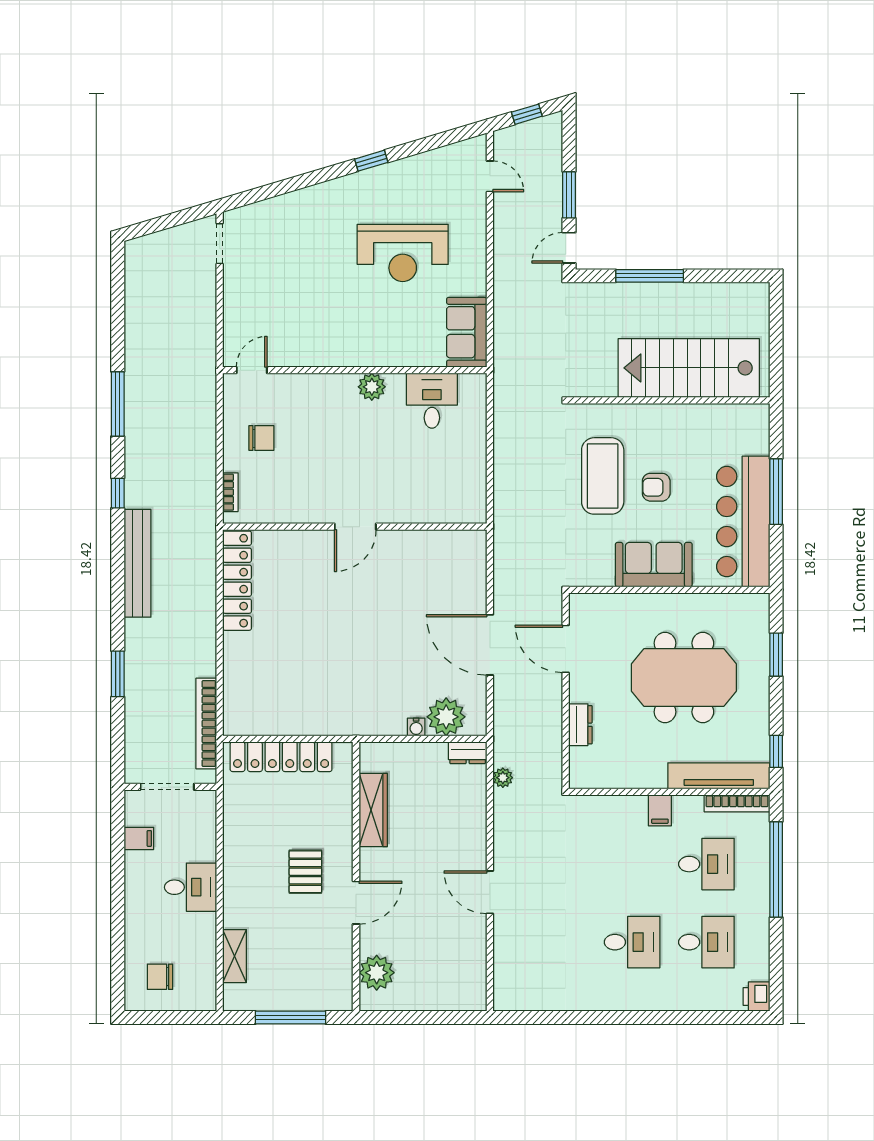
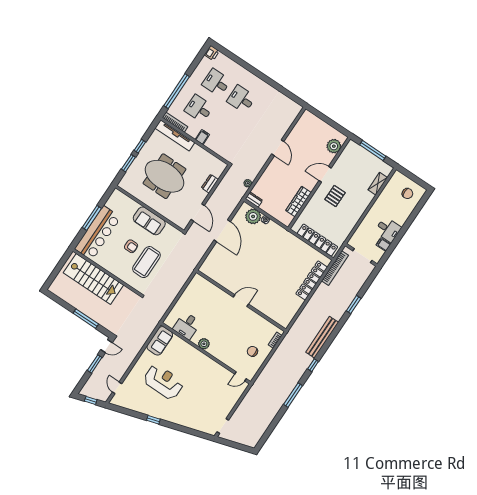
bar counter: (743, 522) -> (98, 233), moved
locker: (237, 581) -> (312, 281), moved
window: (776, 751) -> (140, 146), moved
desk: (191, 887) -> (388, 230), moved, turned 180

